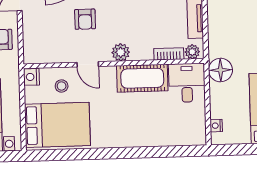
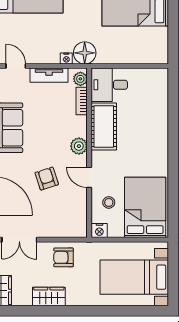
armchair: (85, 19) -> (47, 179), turned -108
door: (88, 64) -> (89, 177), swing flipped
floor lamp: (220, 70) -> (85, 53), moved
nightstand: (216, 126) -> (66, 59), moved

